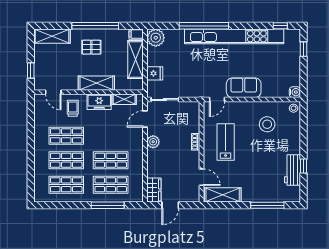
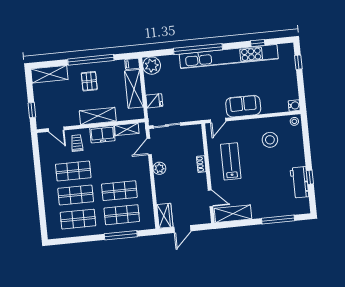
window: (280, 26) -> (258, 43), moved
pallet: (91, 47) -> (89, 81), turned 90

